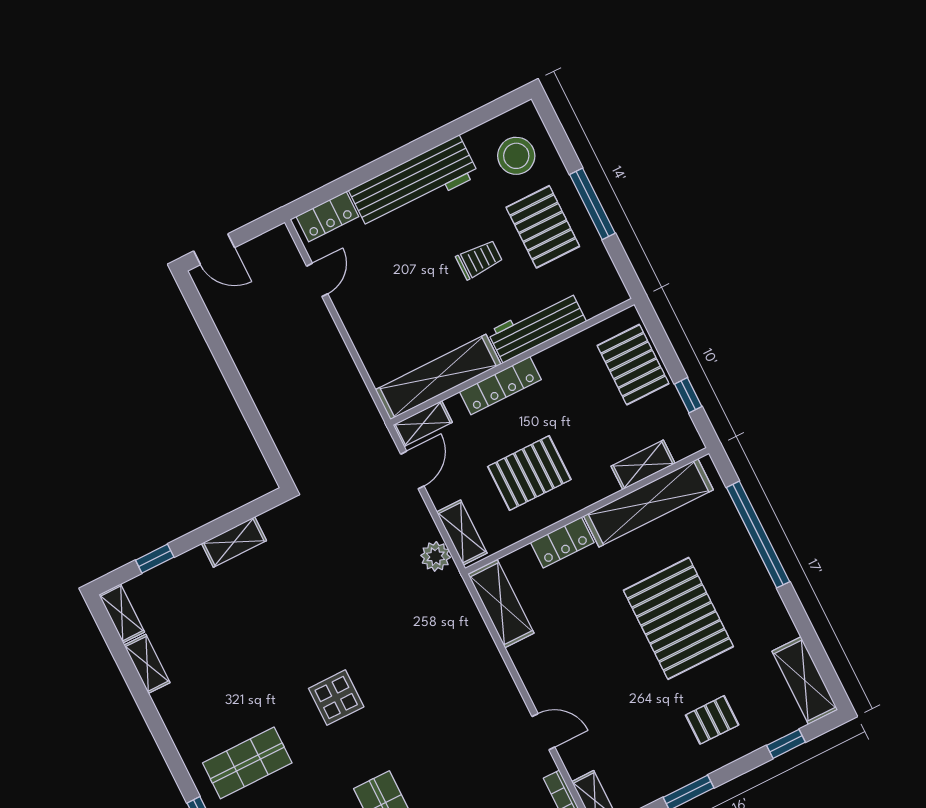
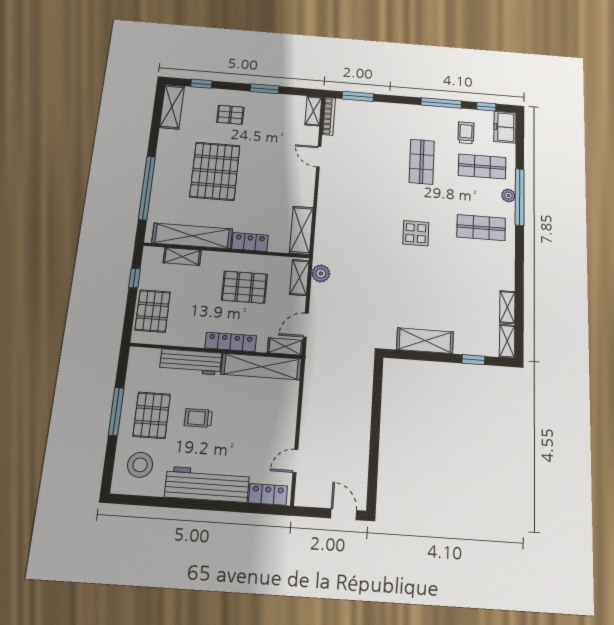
shelving: (234, 542) -> (425, 341), width x1.50, depth x1.33

